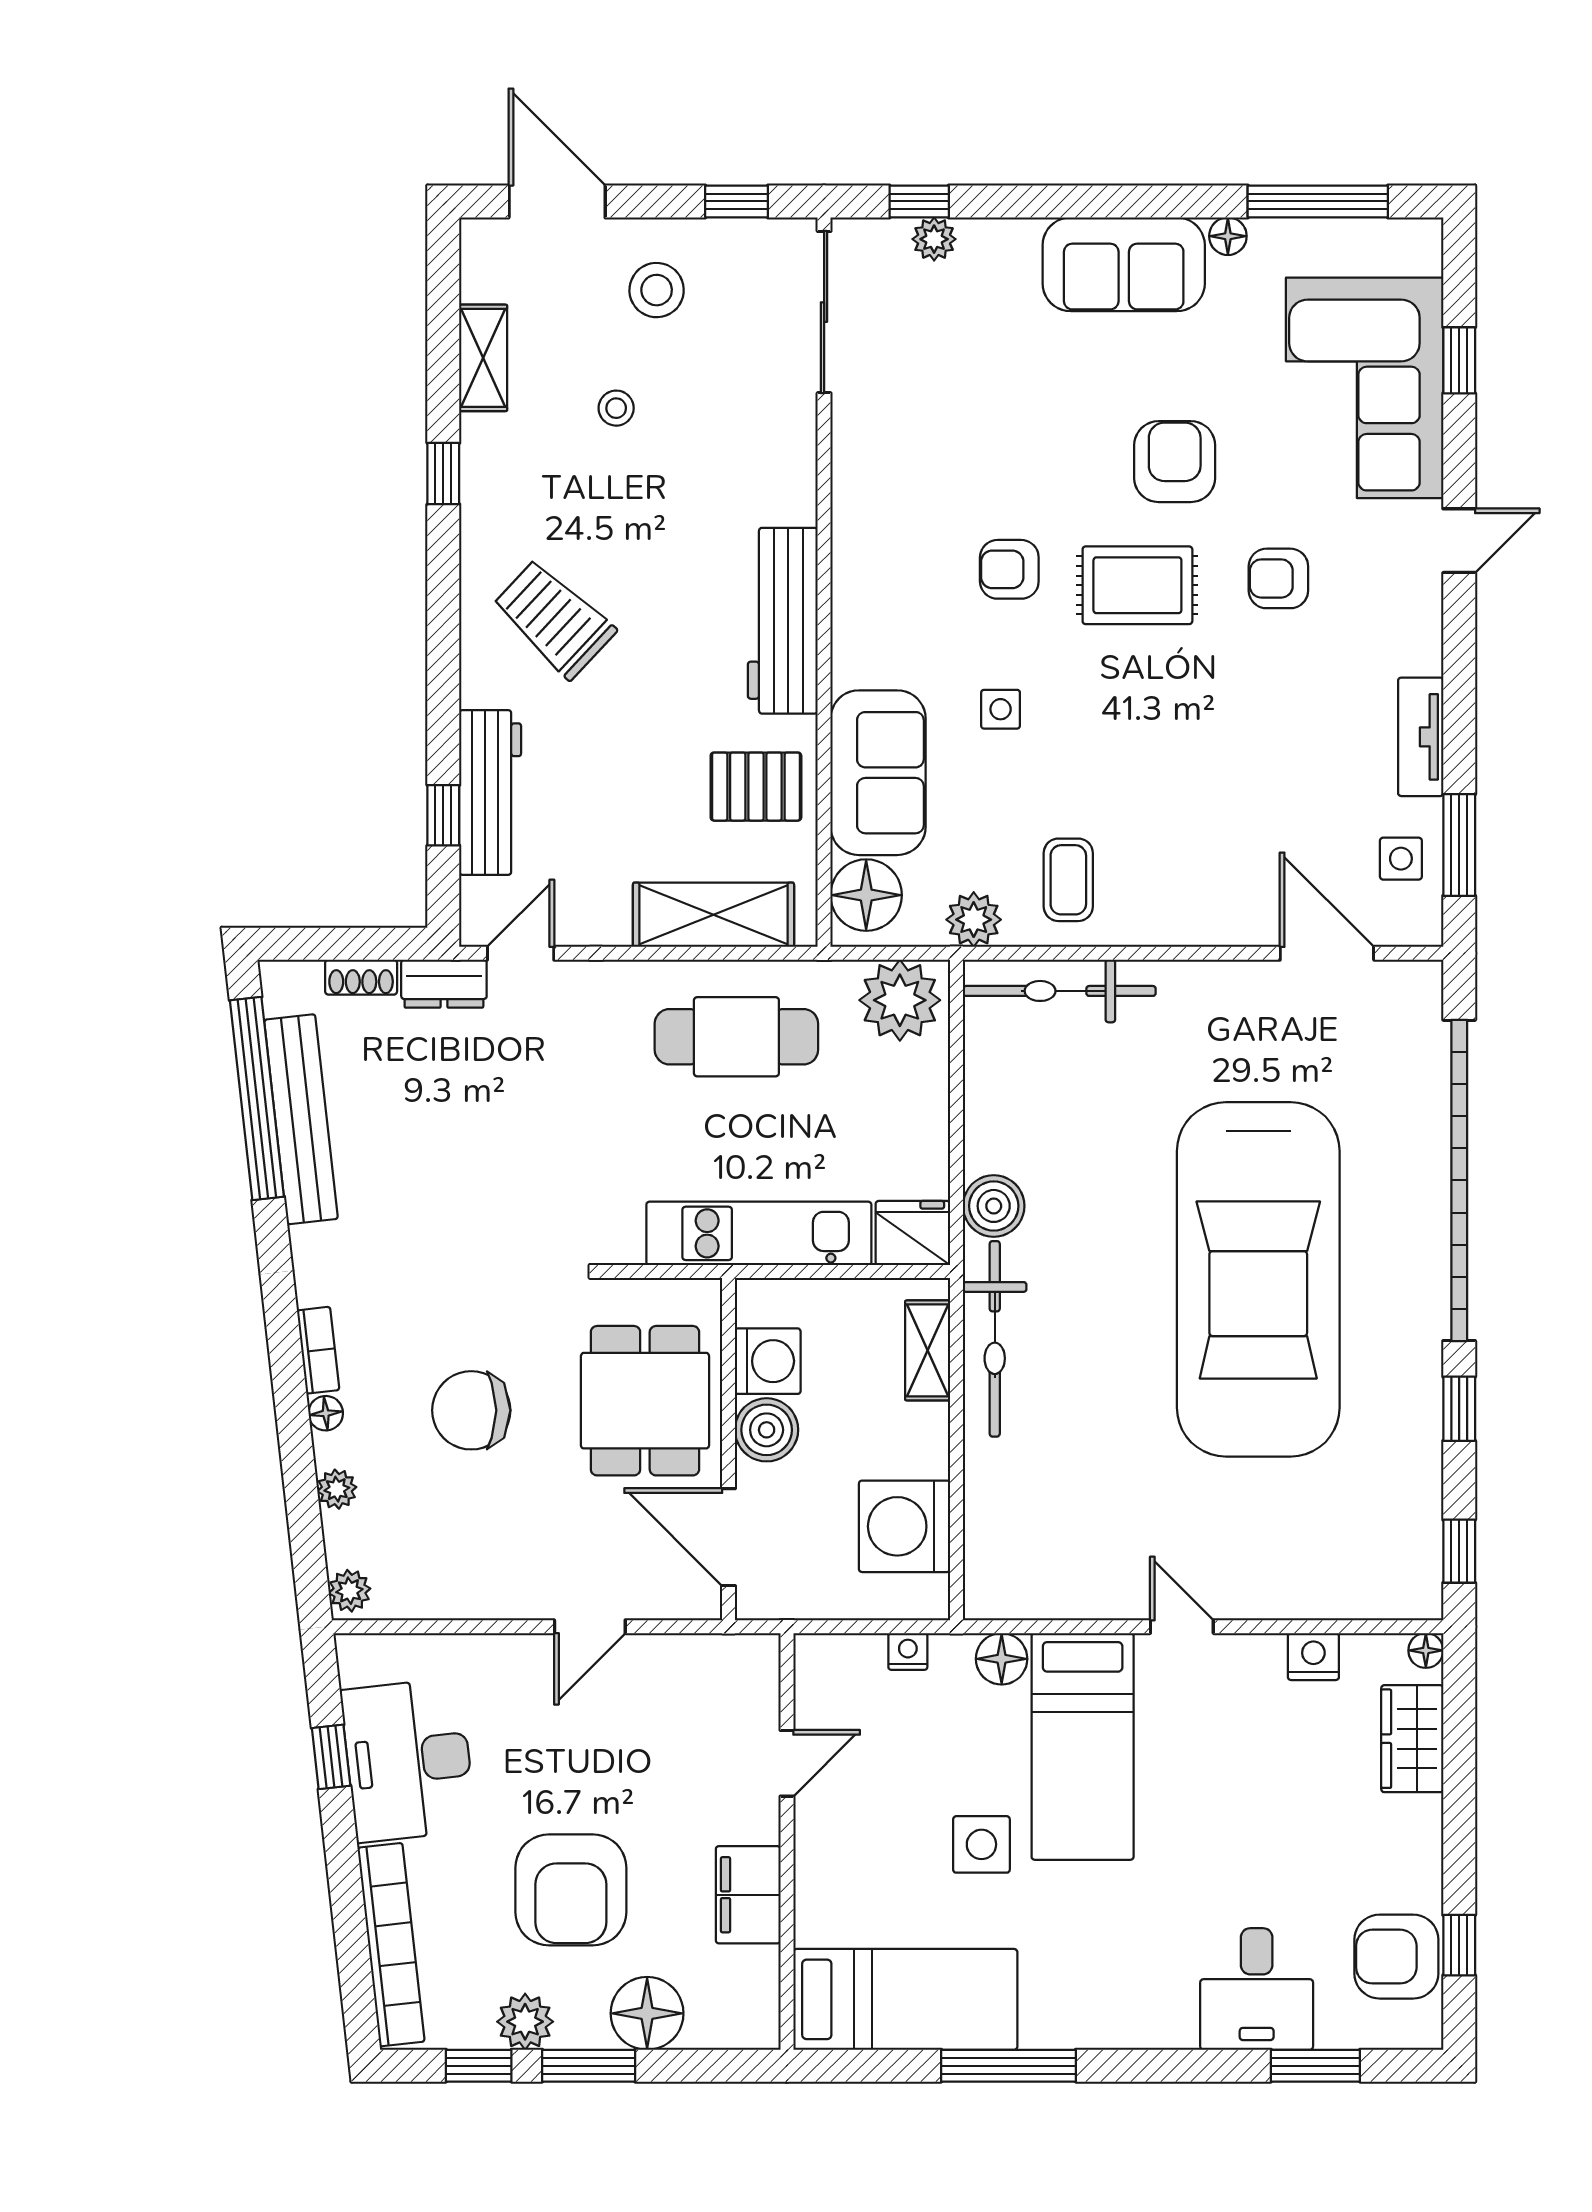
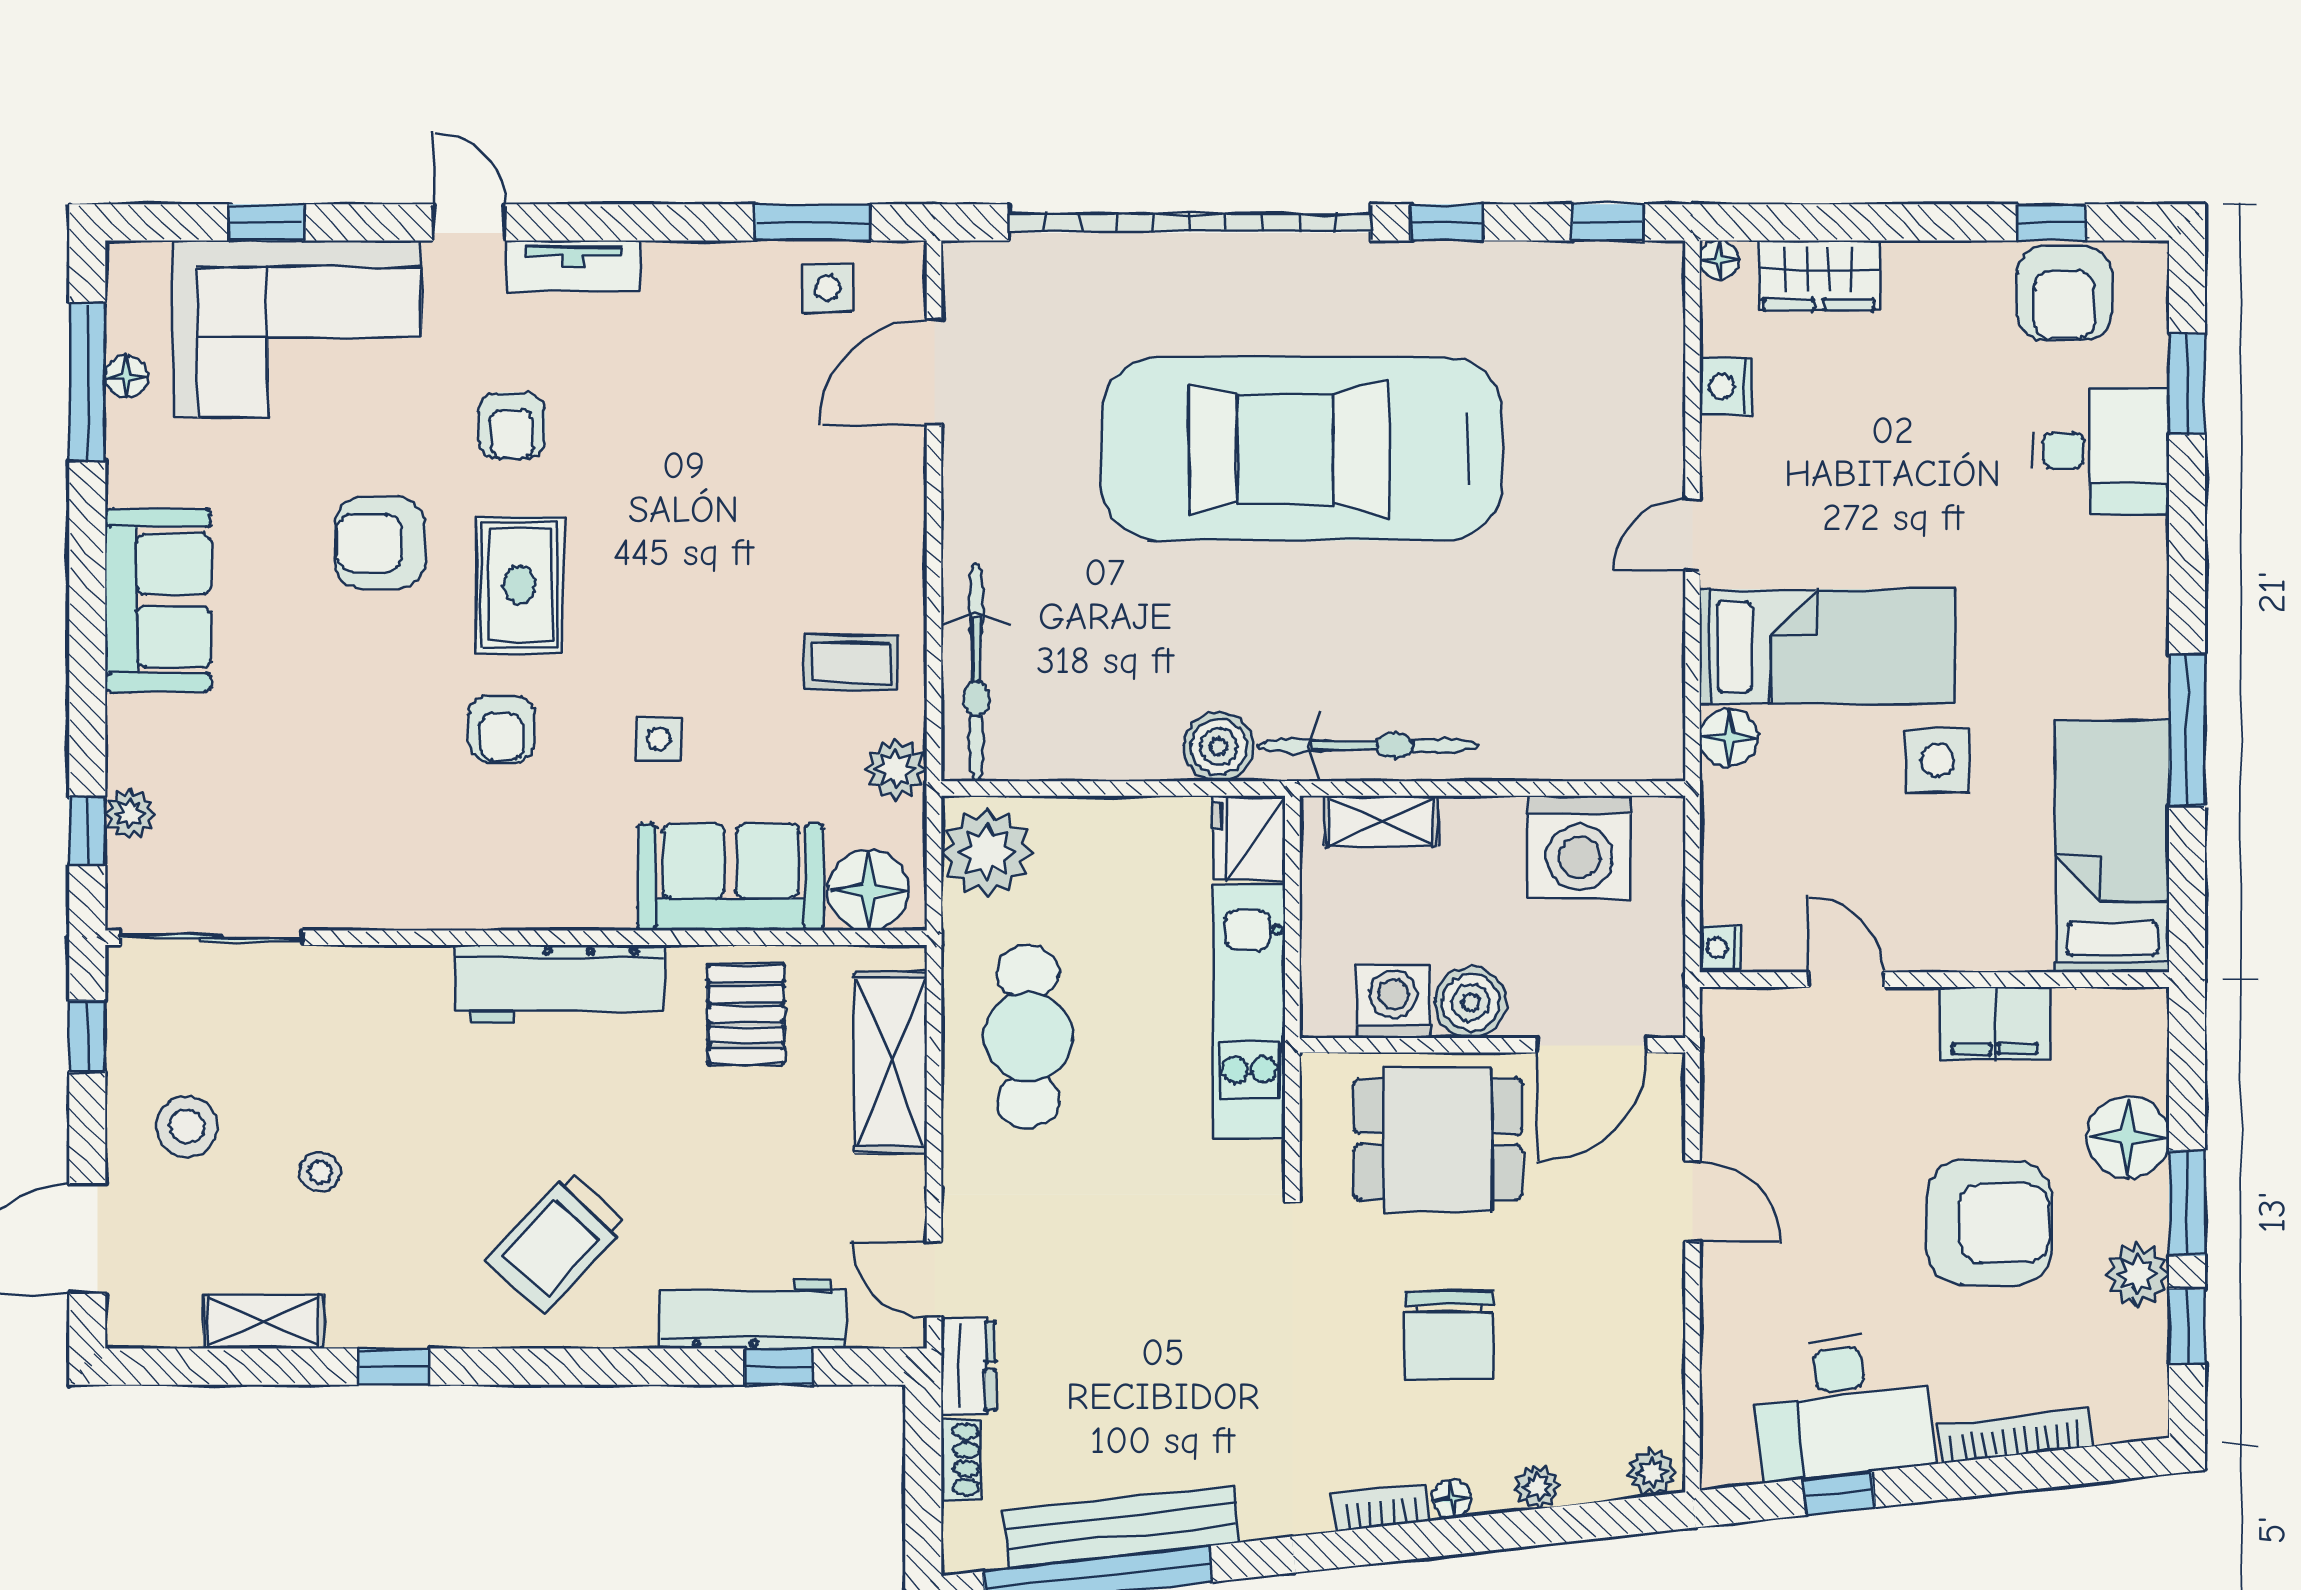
floor lamp: (1228, 236) -> (126, 377), moved
tv unit: (1421, 737) -> (574, 266), moved
car: (1258, 1279) -> (1301, 449), turned 180
nightstand: (908, 1651) -> (1720, 947), moved
bookcase: (391, 1945) -> (2015, 1436), width x0.68, depth x0.76

